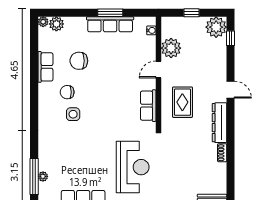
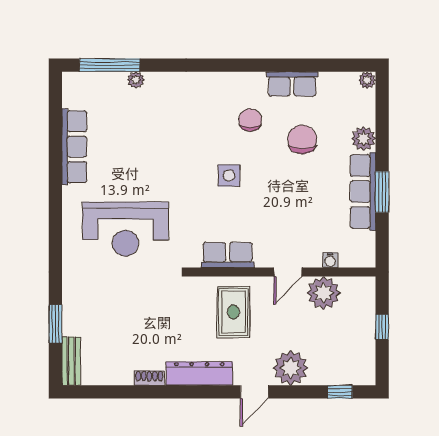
plant: (56, 24) -> (364, 139), moved
plant: (216, 27) -> (291, 368), moved
water cooler: (151, 30) -> (330, 260), moved
door: (158, 69) -> (288, 272), swing flipped
rug: (182, 102) -> (233, 312), turned 90
side table: (73, 114) -> (229, 175), moved
plant: (43, 176) -> (136, 80), moved

